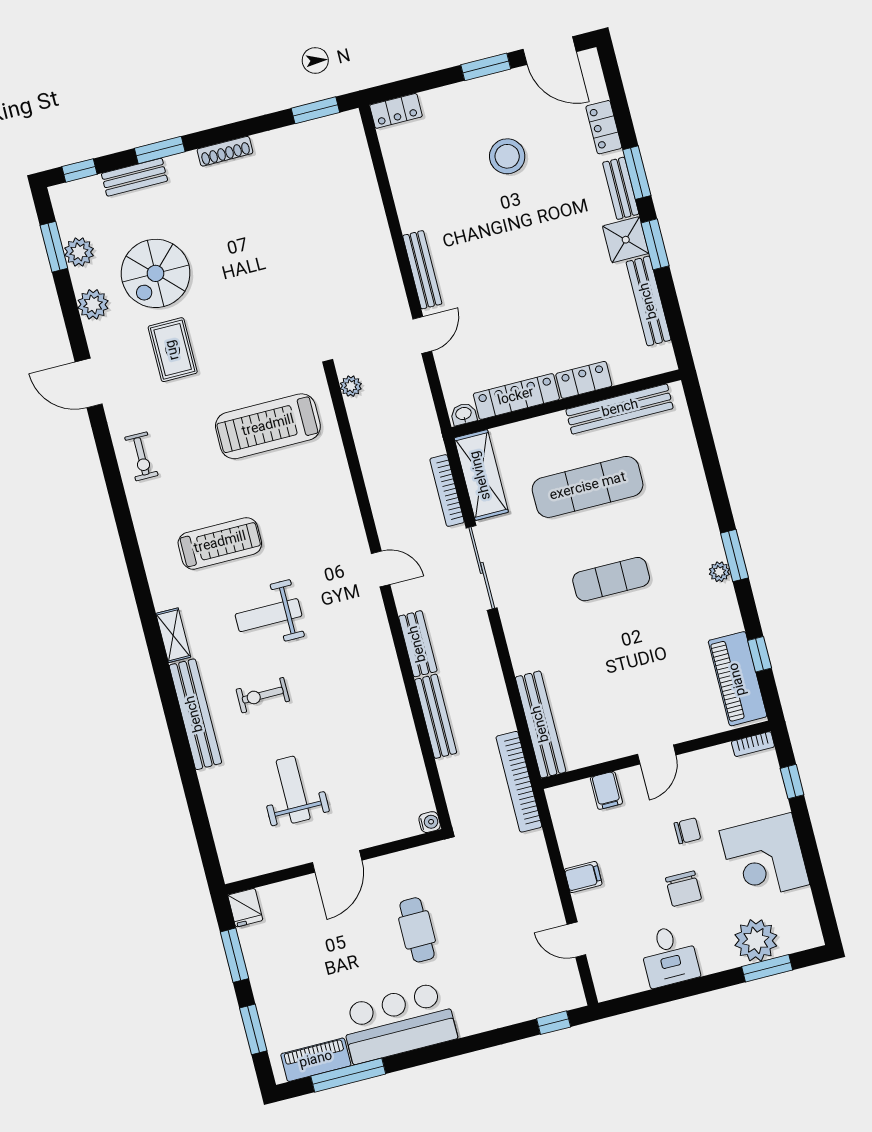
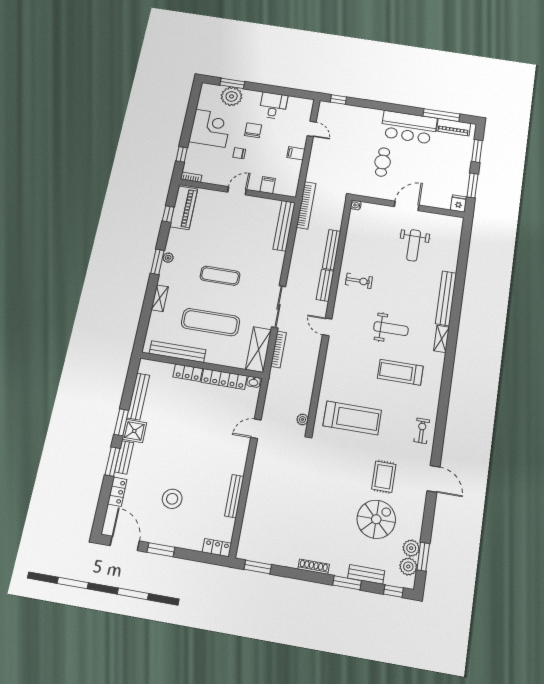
bench: (422, 270) -> (234, 496), moved
plant: (93, 304) -> (408, 566), moved
shelving: (697, 491) -> (160, 298), added
exercise bike: (263, 695) -> (359, 281), moved

